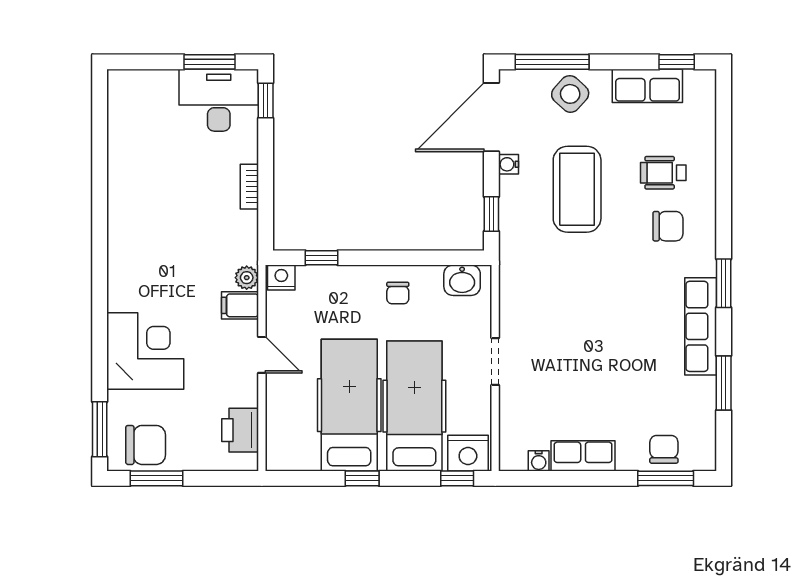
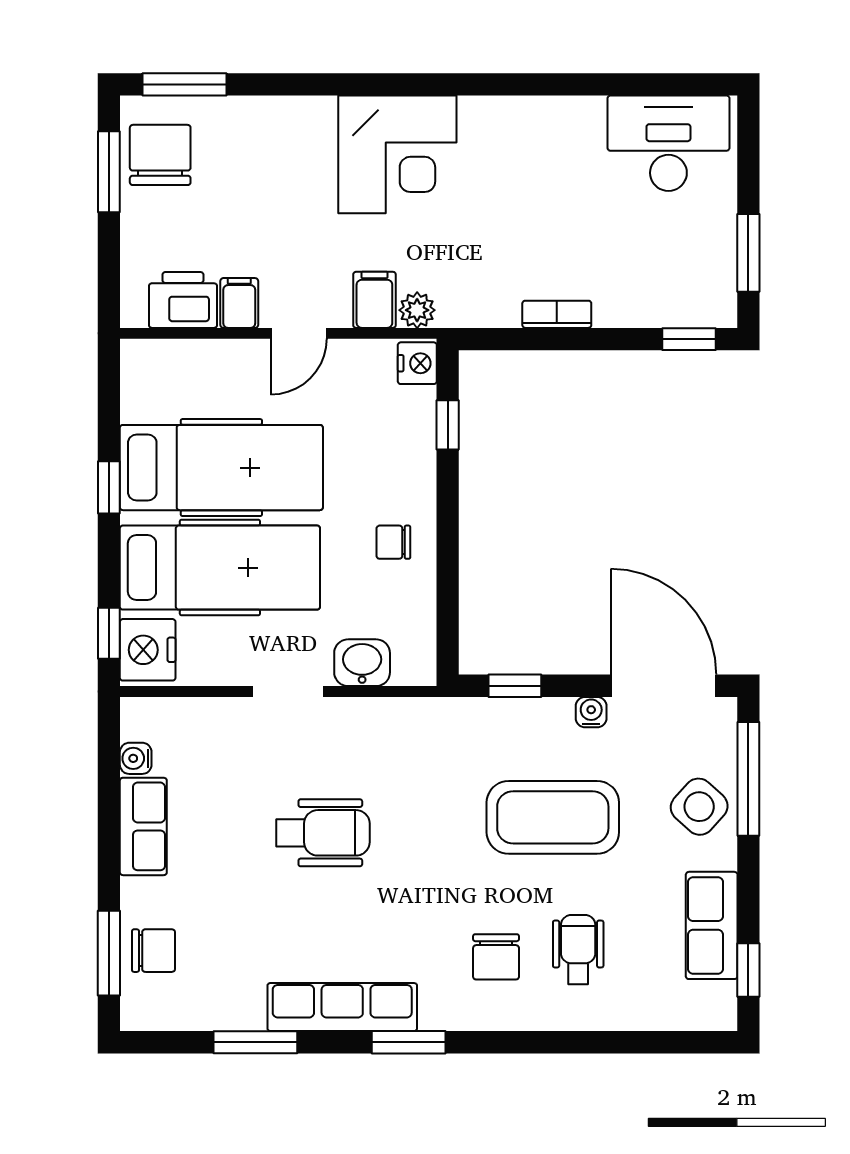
desk: (219, 100) -> (668, 143), moved, turned -90
washbasin: (462, 280) -> (362, 663), moved, turned 90
wheelchair: (587, 339) -> (323, 833), added
corner desk: (145, 351) -> (397, 154), moved
filing cabinet: (242, 393) -> (239, 303), added
chair: (146, 445) -> (160, 155), turned 180

